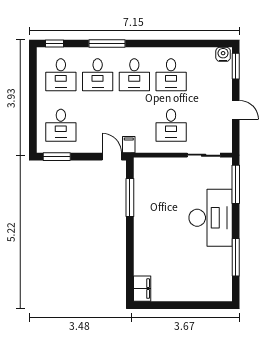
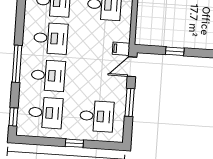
window: (33, 105) -> (74, 143), added
window: (57, 157) -> (130, 102), moved
window: (130, 198) -> (175, 51), width x0.46

